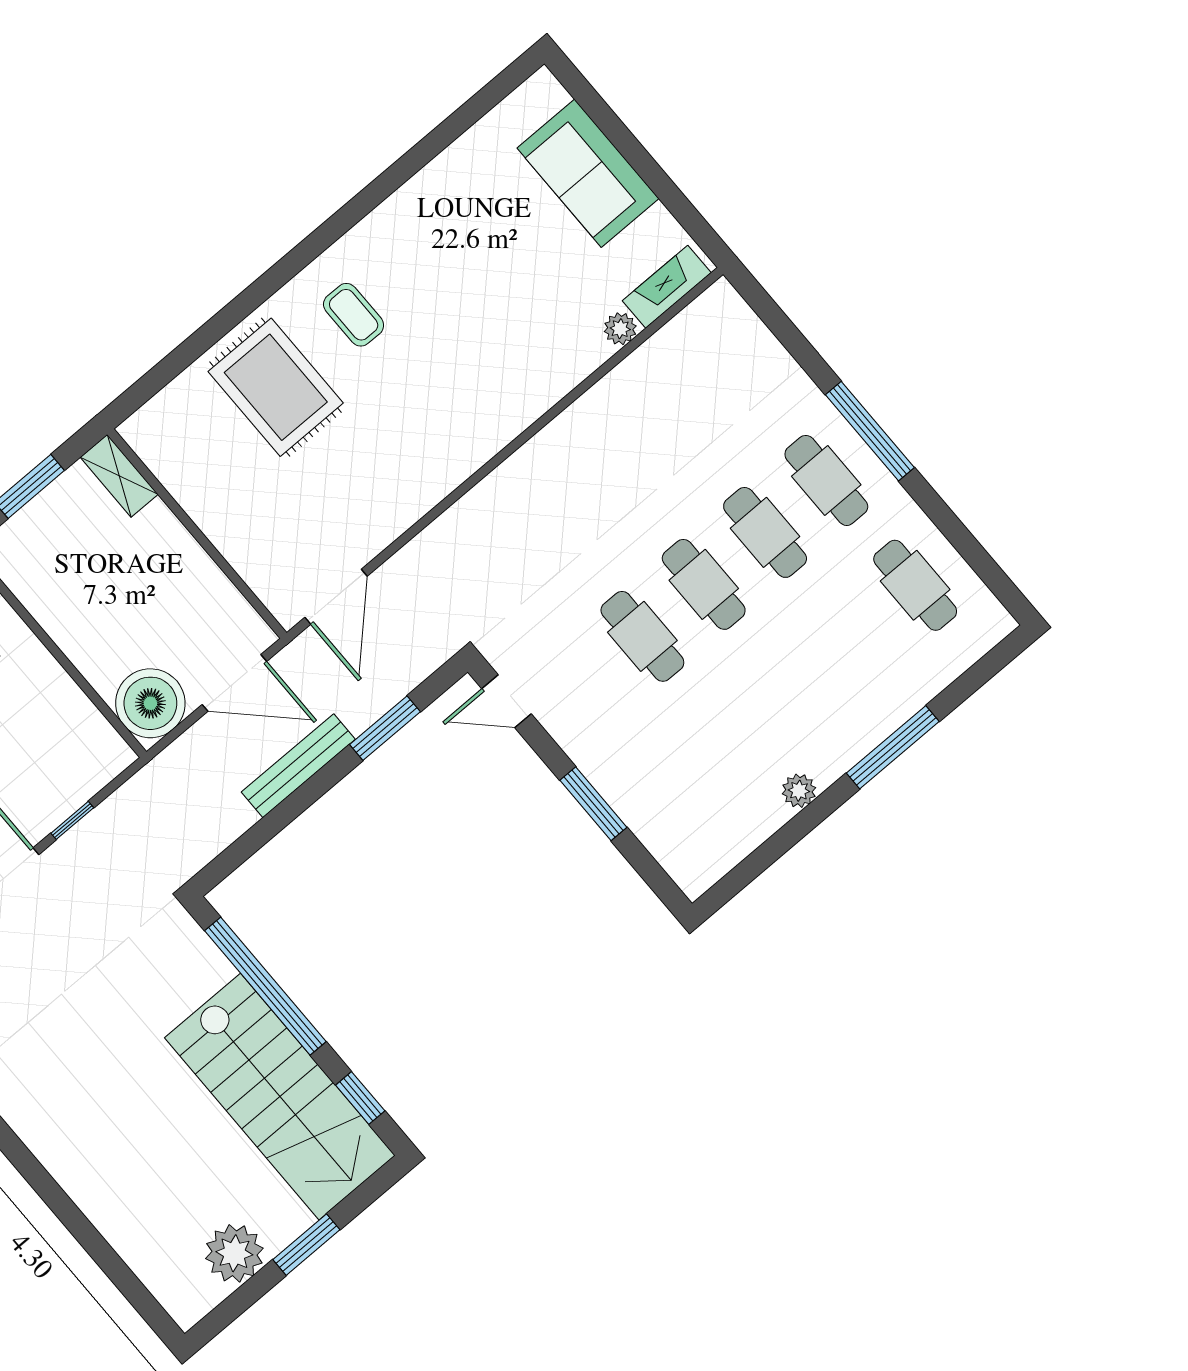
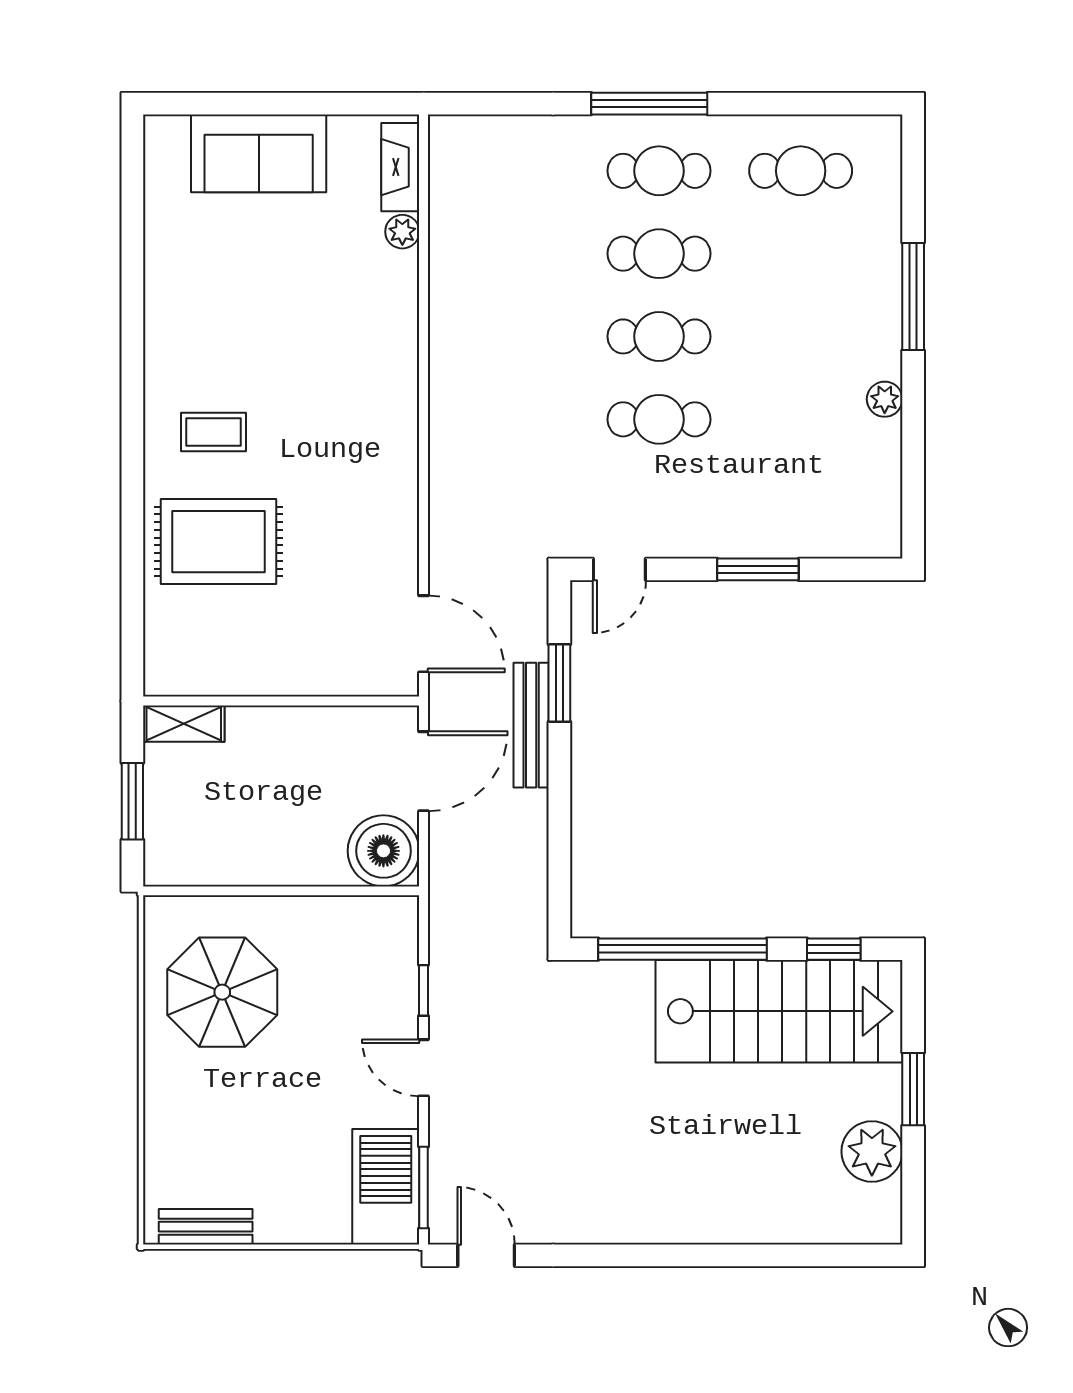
bench: (298, 766) -> (531, 725), moved

